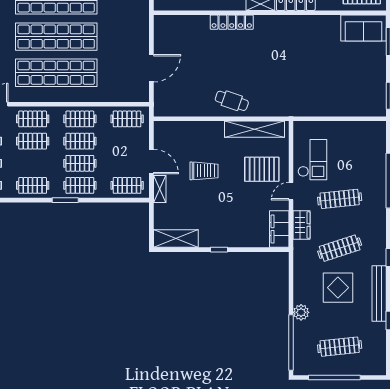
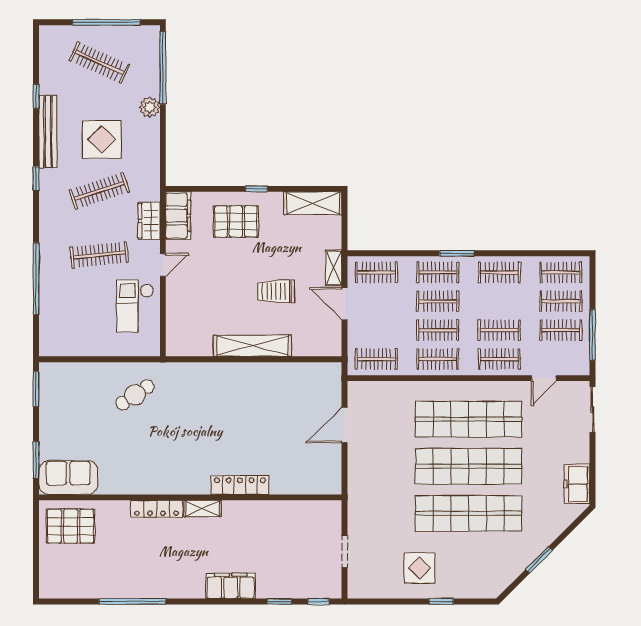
cafe table: (232, 101) -> (135, 395), moved, turned -53
shelving: (254, 129) -> (252, 346), moved
pallet: (262, 169) -> (236, 221), moved
clothes rail: (340, 347) -> (99, 62), turned 30

